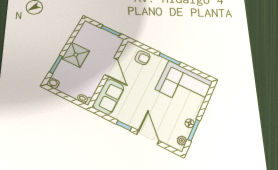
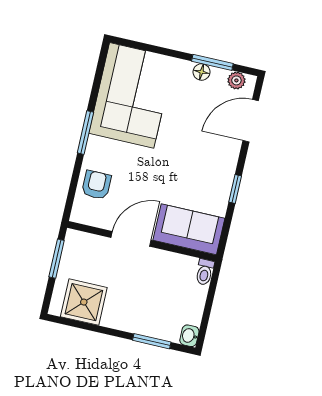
shower: (76, 55) -> (84, 302), moved
door: (148, 138) -> (251, 121), moved

